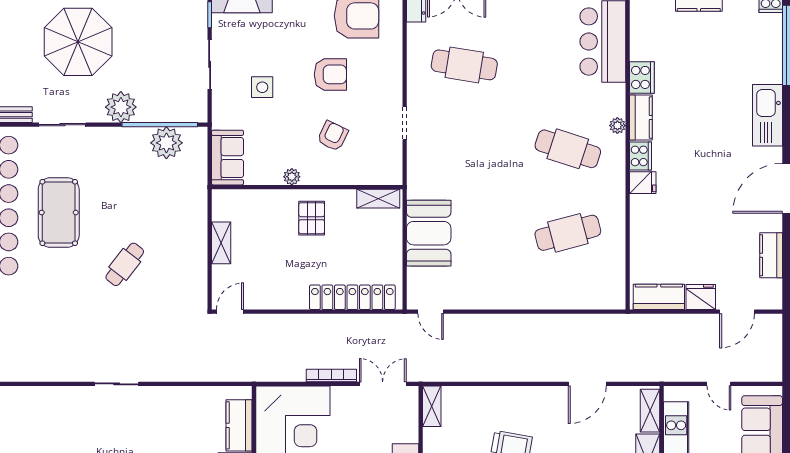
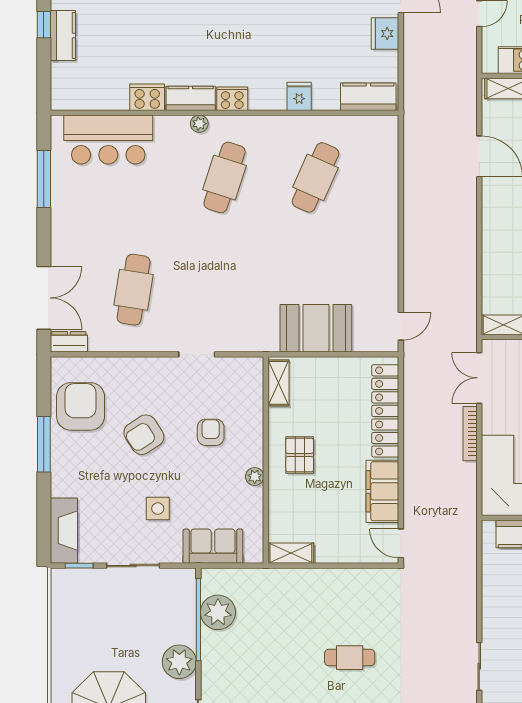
armchair: (330, 74) -> (144, 435), turned -123
armchair: (333, 136) -> (211, 432), turned 64
sofa: (227, 158) -> (213, 546), moved
fridge: (643, 183) -> (299, 96), moved
pallet: (312, 218) -> (300, 455), turned 90
cafe table: (568, 233) -> (315, 177), turned 39
shelving: (221, 243) -> (291, 553), moved
cafe table: (125, 264) -> (350, 658), turned -38
filing cabinet: (278, 295) -> (382, 491), added
kitchen counter: (659, 297) -> (368, 97), moved, turned 90

